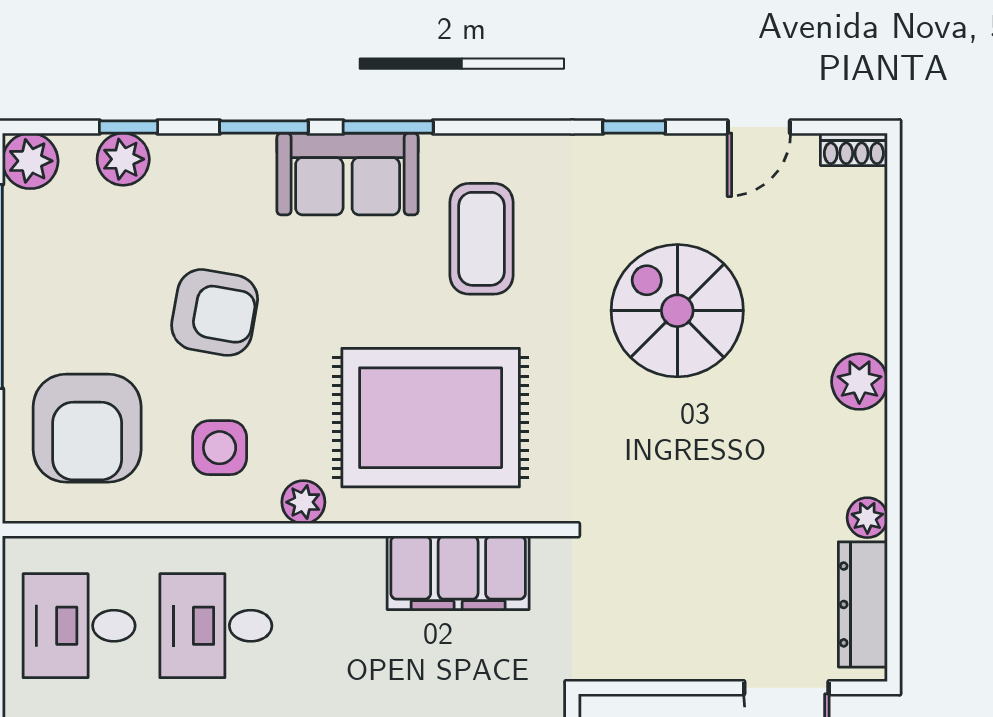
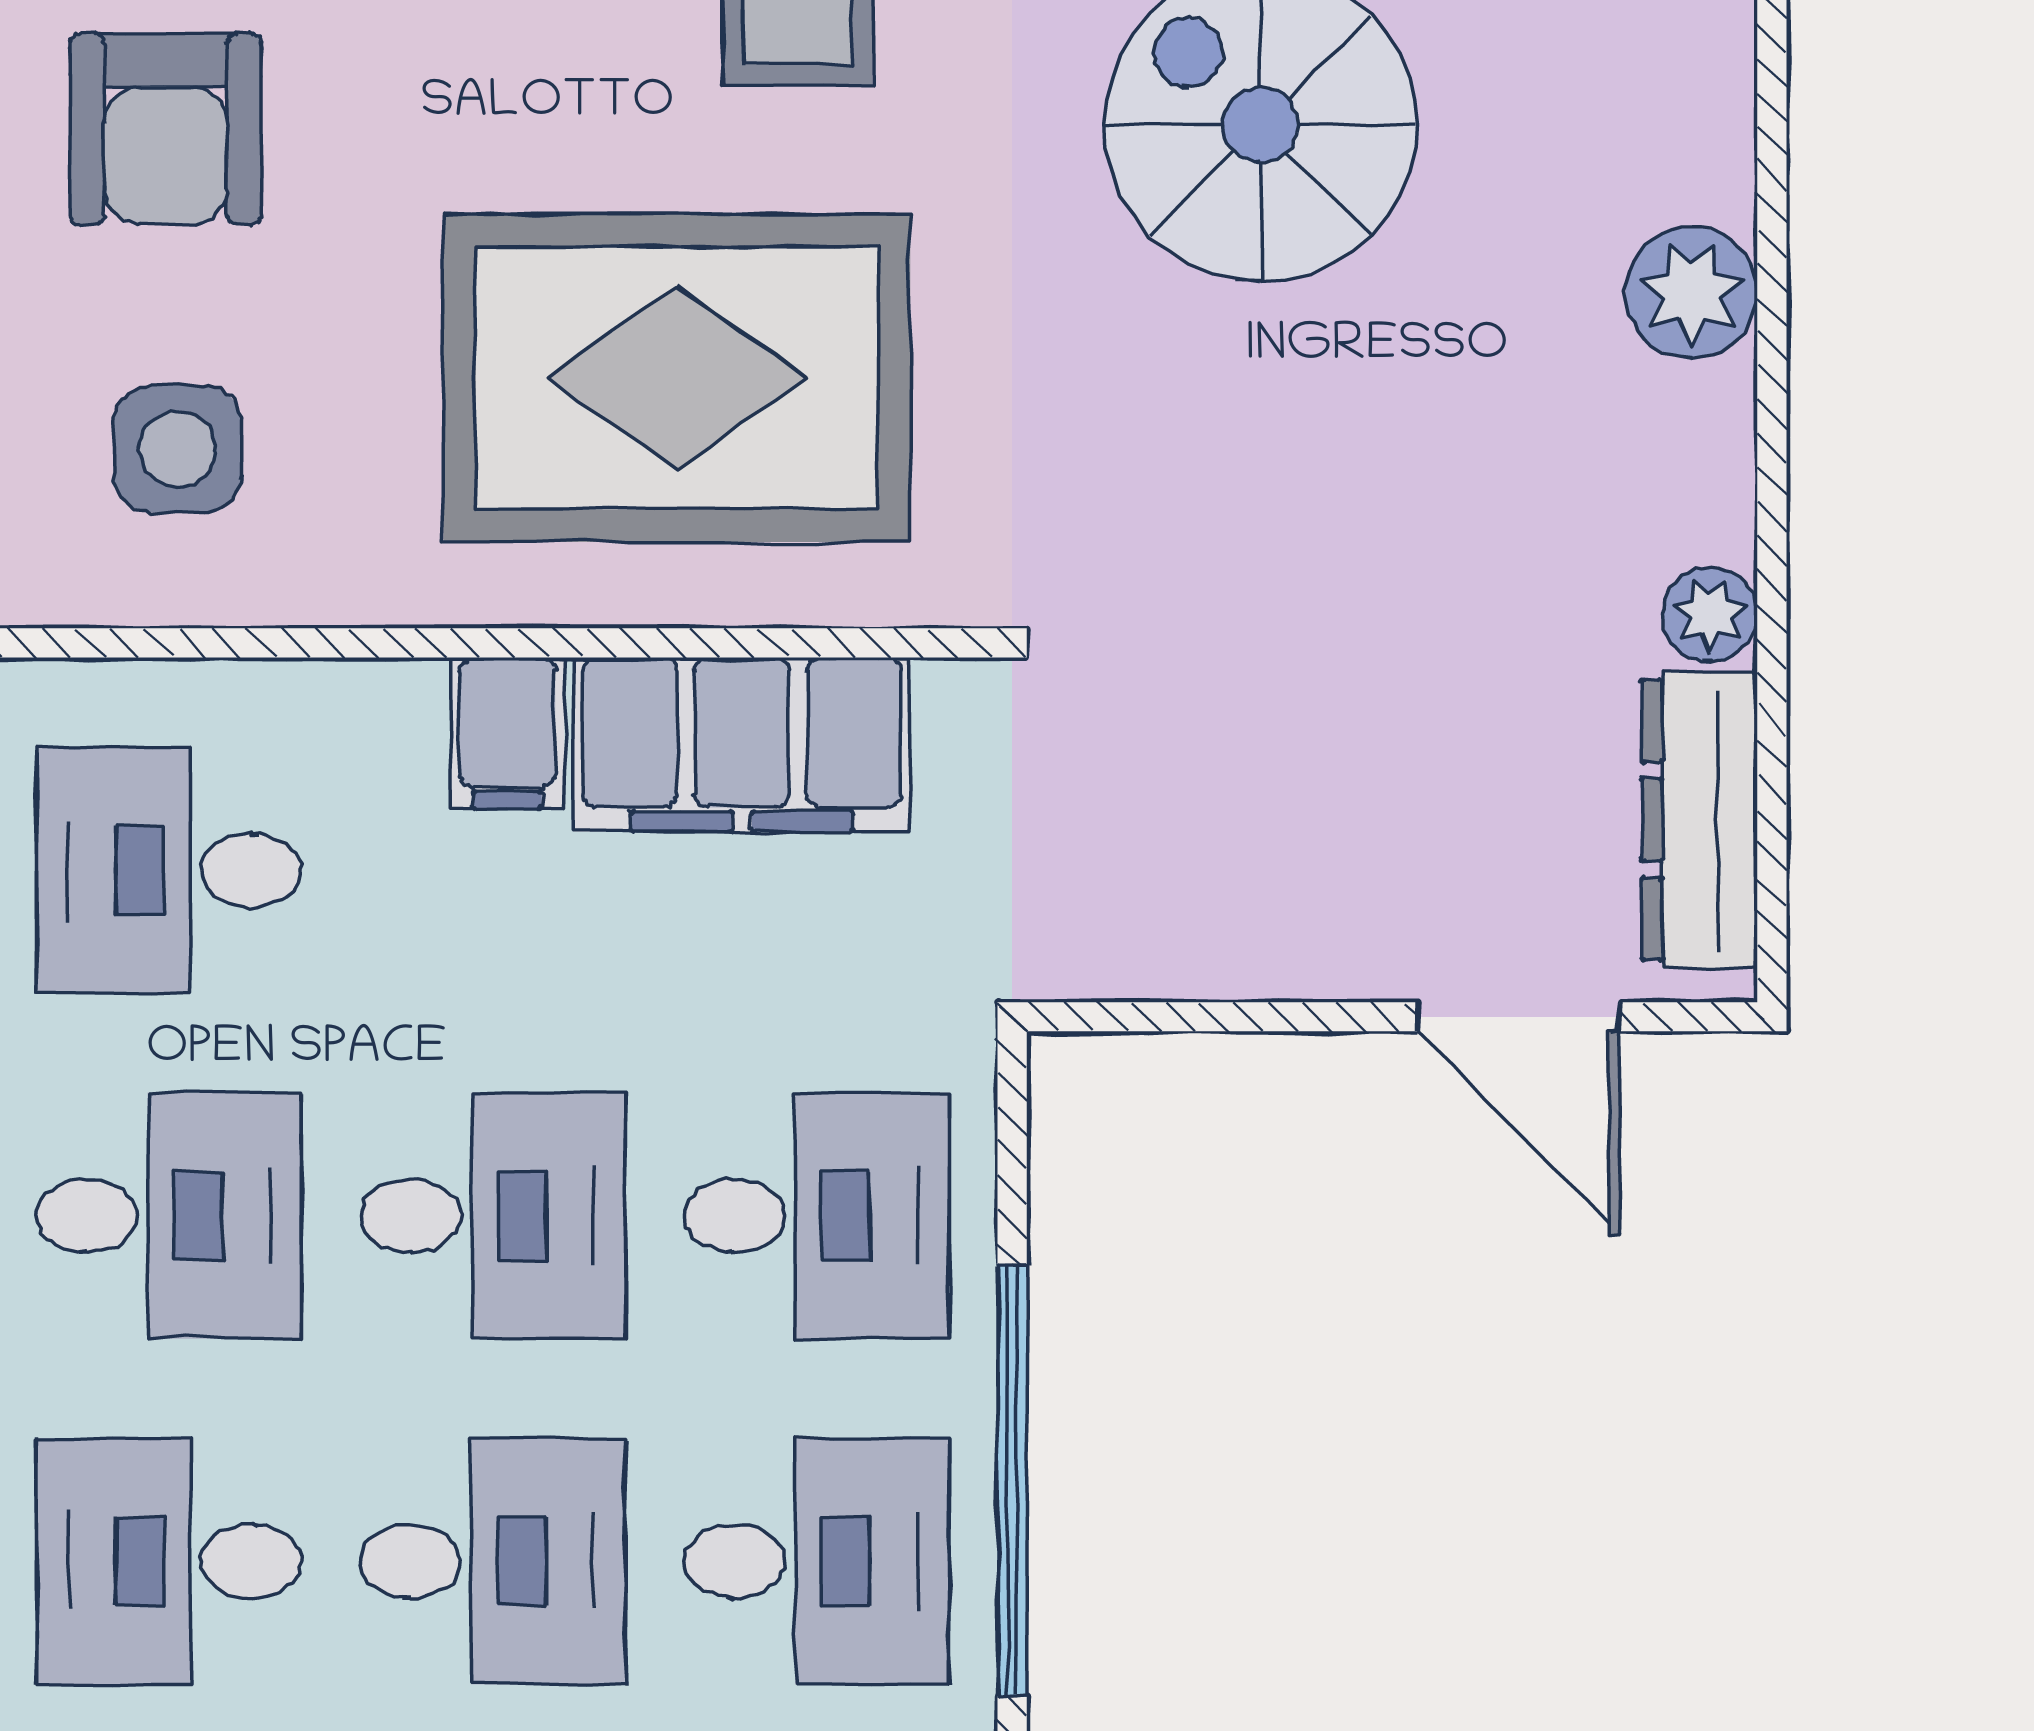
armchair: (215, 312) -> (166, 129), turned 80
plant: (303, 502) -> (376, 578), removed
filing cabinet: (359, 568) -> (507, 733), added

